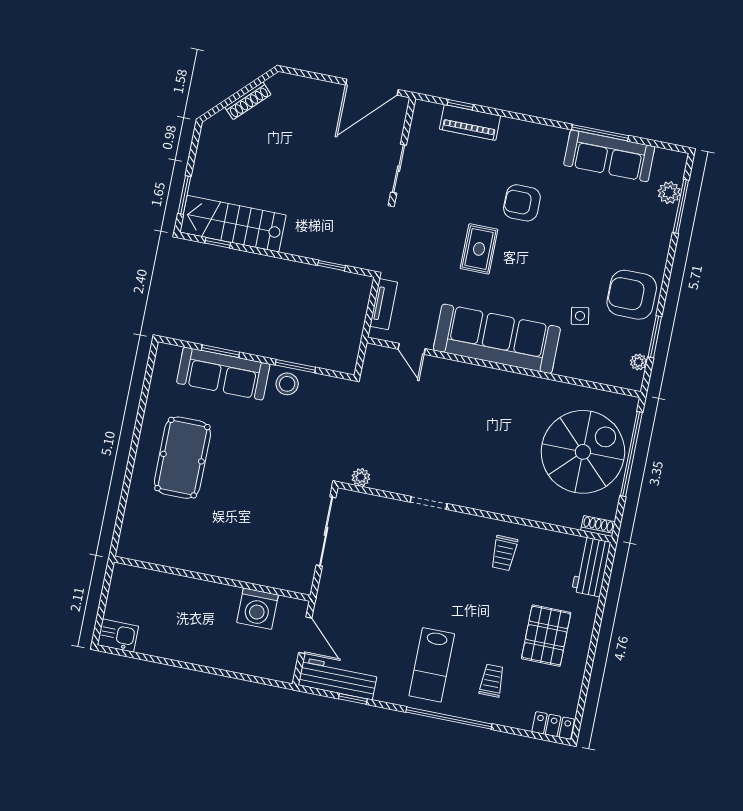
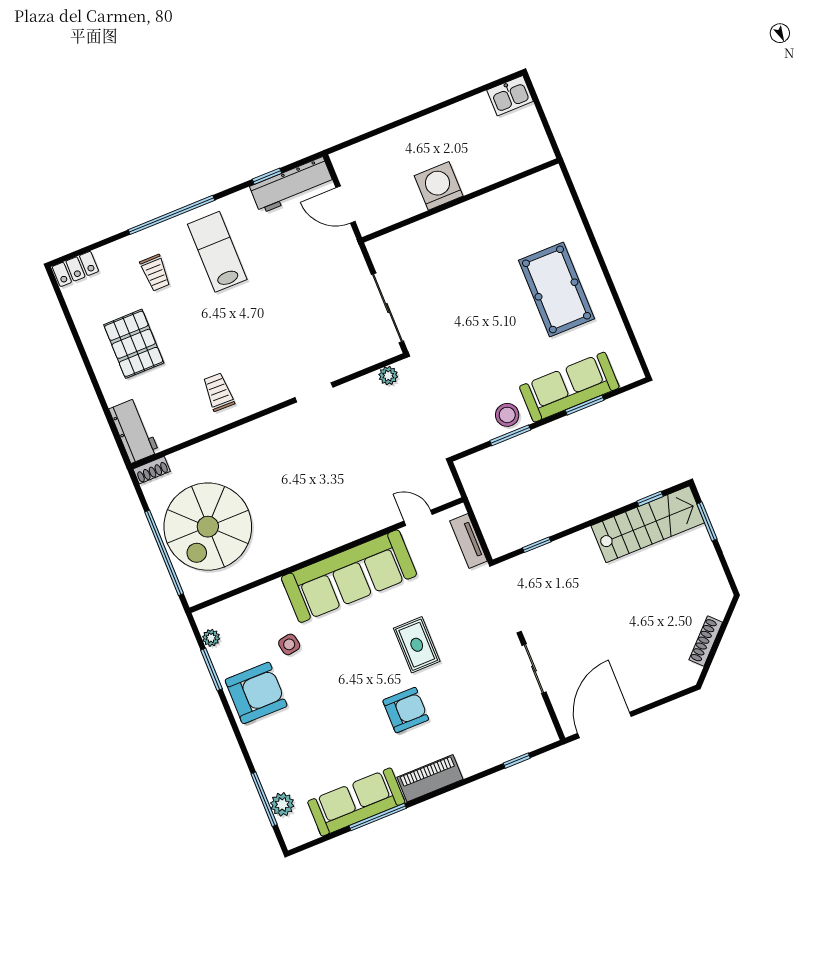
piano: (470, 122) -> (430, 778), moved
washing machine: (257, 609) -> (439, 186), moved

